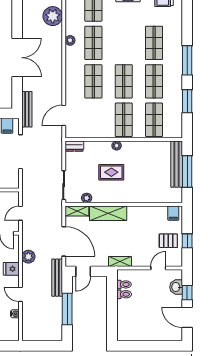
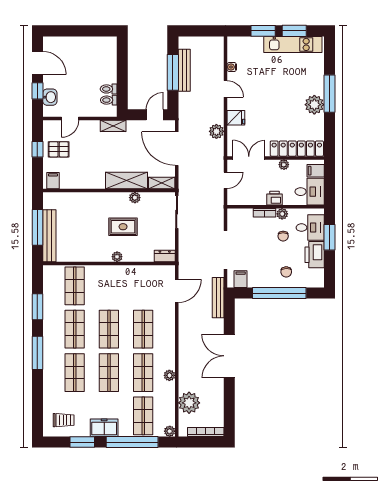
shop shelf: (124, 120) -> (109, 373), moved
plant: (87, 198) -> (135, 198), moved
bench: (57, 278) -> (184, 70), moved

